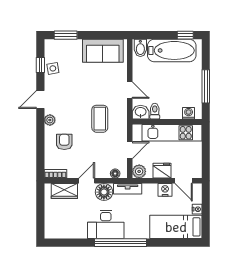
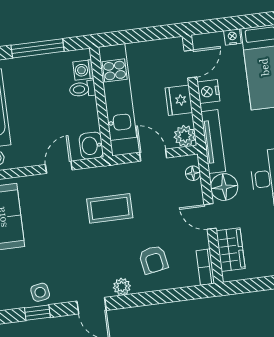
toilet: (155, 111) -> (82, 89), moved
armchair: (64, 142) -> (153, 260), turned -100
tv unit: (128, 189) -> (213, 142), width x1.41

